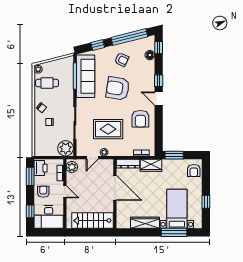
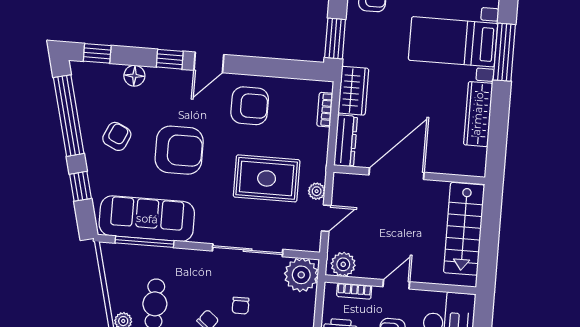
floor lamp: (150, 55) -> (134, 76), moved
armchair: (118, 88) -> (179, 150), turned -99
rug: (108, 129) -> (267, 178), turned 90
door: (92, 158) -> (326, 218), hinge flipped

